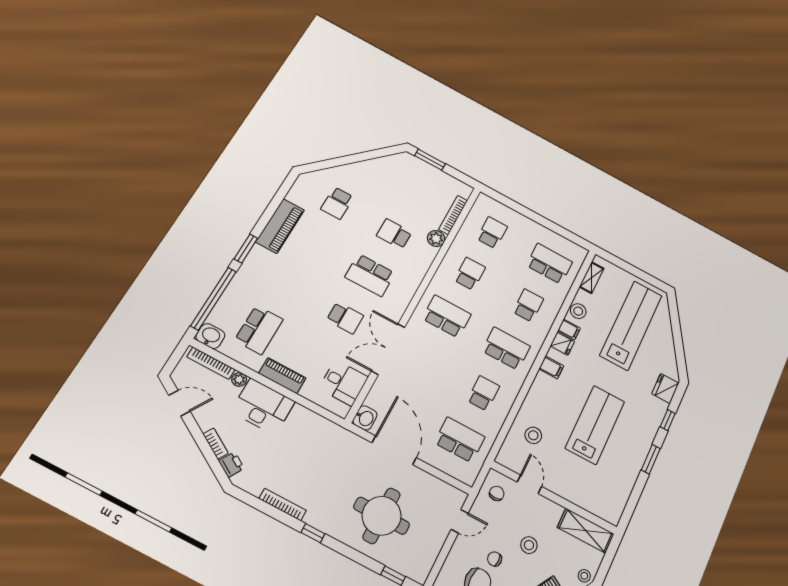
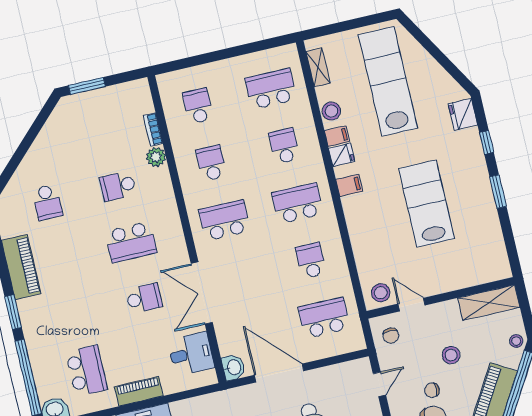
bookcase: (453, 215) -> (153, 129), width x0.64
stool: (533, 435) -> (381, 293), moved
chair: (497, 493) -> (391, 336), turned 180

